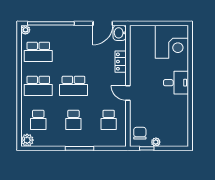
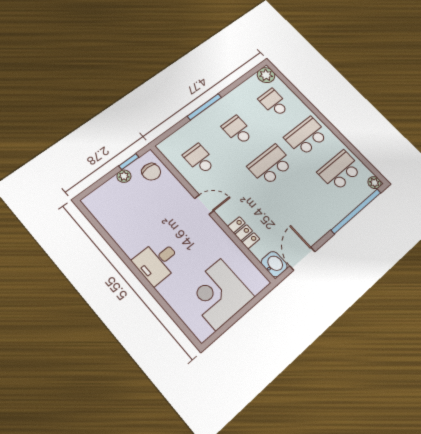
corner desk: (172, 42) -> (218, 294), moved

